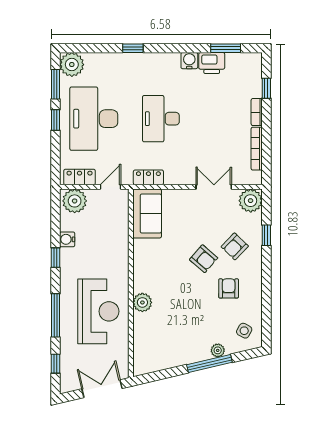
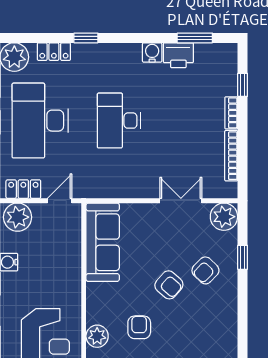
locker: (148, 177) -> (54, 52), moved, turned 180
sofa: (147, 214) -> (103, 242), width x1.36
armchair: (229, 288) -> (139, 327), moved

